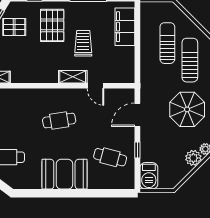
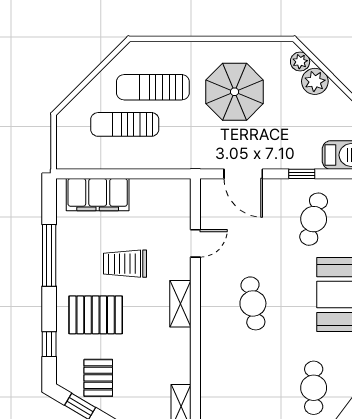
shelving: (73, 77) -> (180, 304), moved

